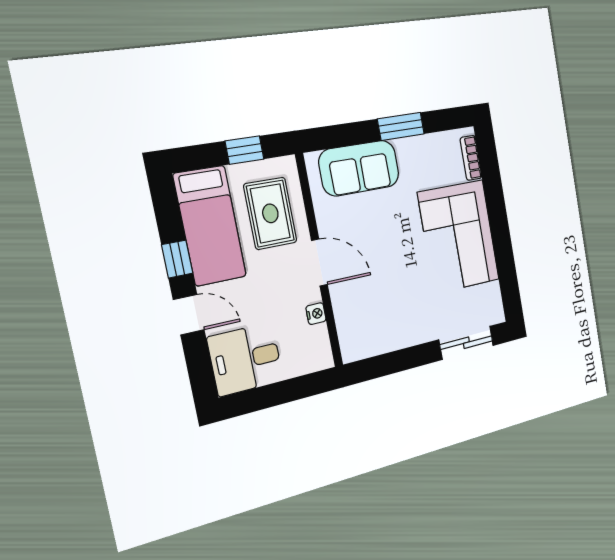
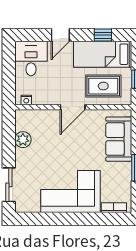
window: (177, 259) -> (103, 35), moved
nightstand: (316, 314) -> (26, 100), moved
plant: (391, 337) -> (23, 140), added

